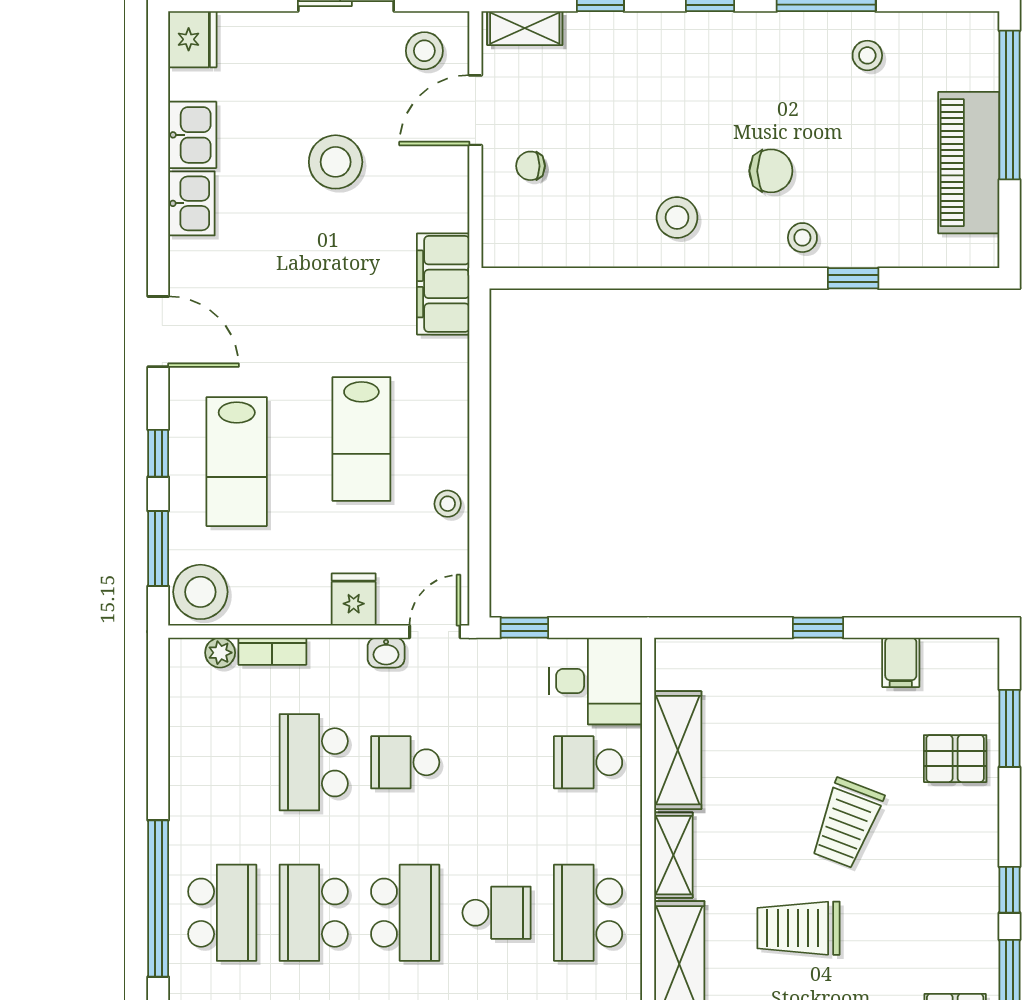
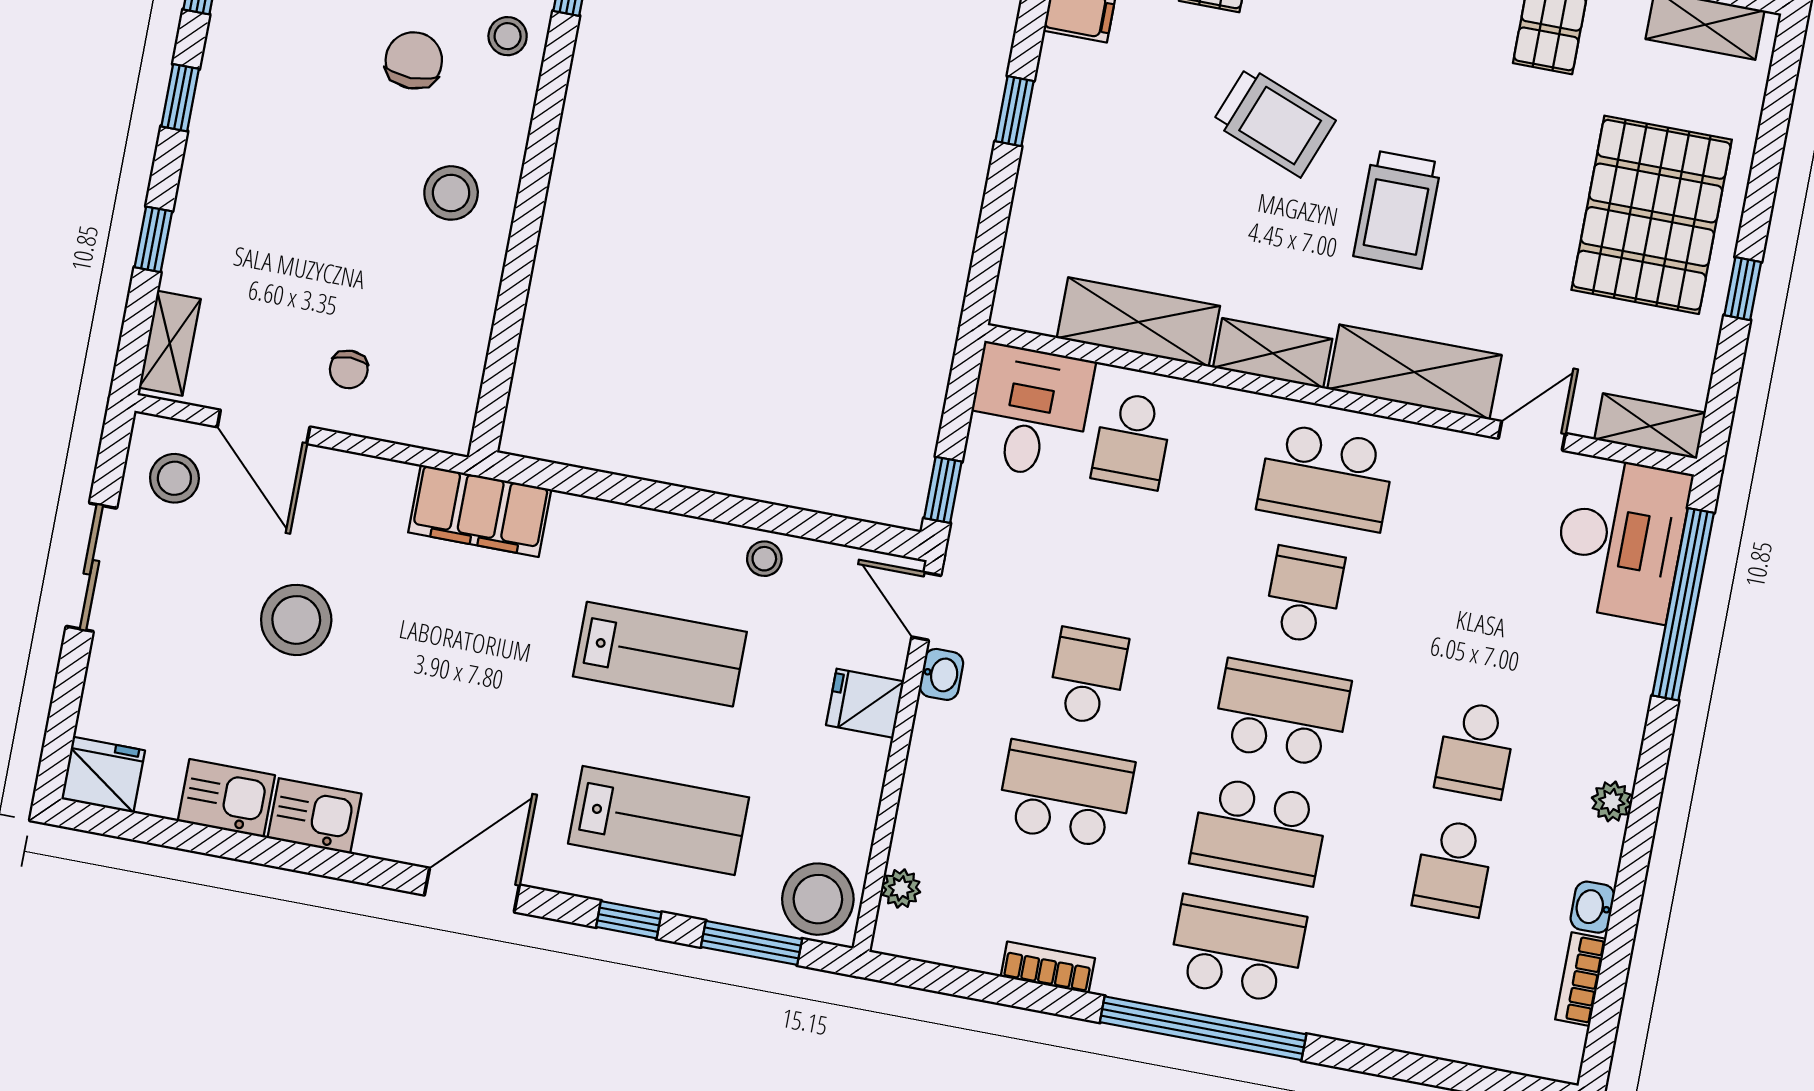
bookcase: (272, 651) -> (1048, 967), moved, turned -90
school desk: (314, 762) -> (1065, 794), turned 180
school desk: (405, 762) -> (1088, 676), turned 180

